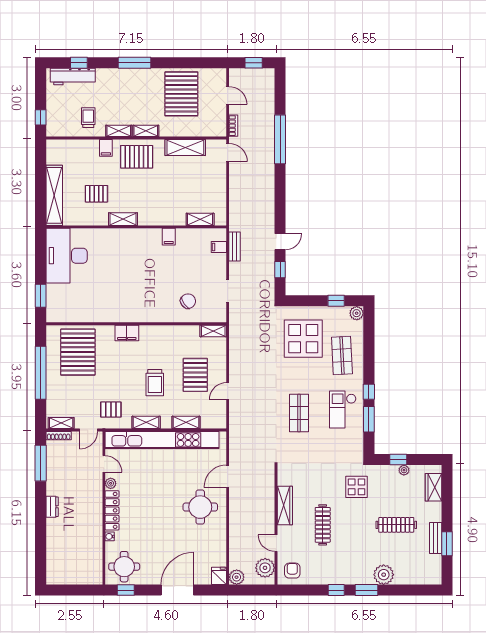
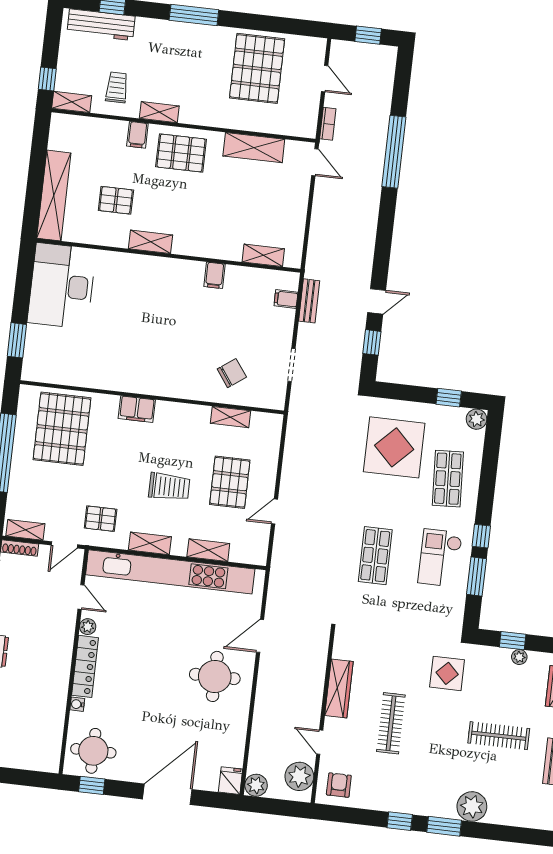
shelving: (146, 131) -> (72, 102), moved
shelving: (213, 331) -> (231, 417), moved
trolley: (155, 383) -> (169, 487), turned -90

